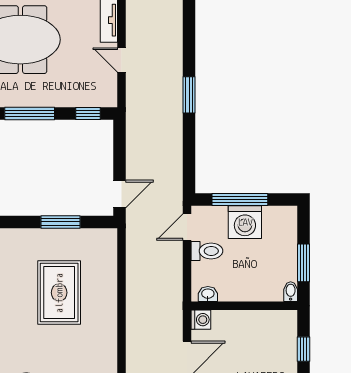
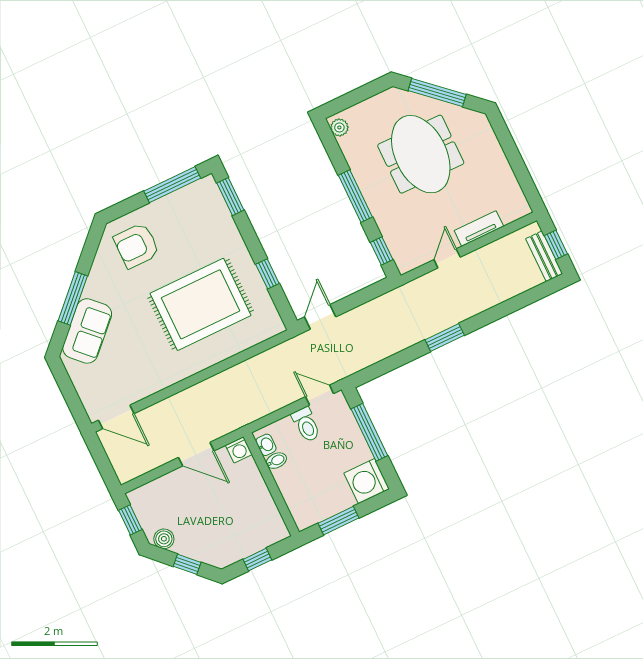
door: (120, 194) -> (320, 317), swing flipped
window: (60, 222) -> (267, 274), width x0.67
washing machine: (245, 222) -> (367, 481), moved
bidet: (291, 292) -> (276, 461), moved
rug: (59, 293) -> (201, 304), width x1.37, depth x1.44

